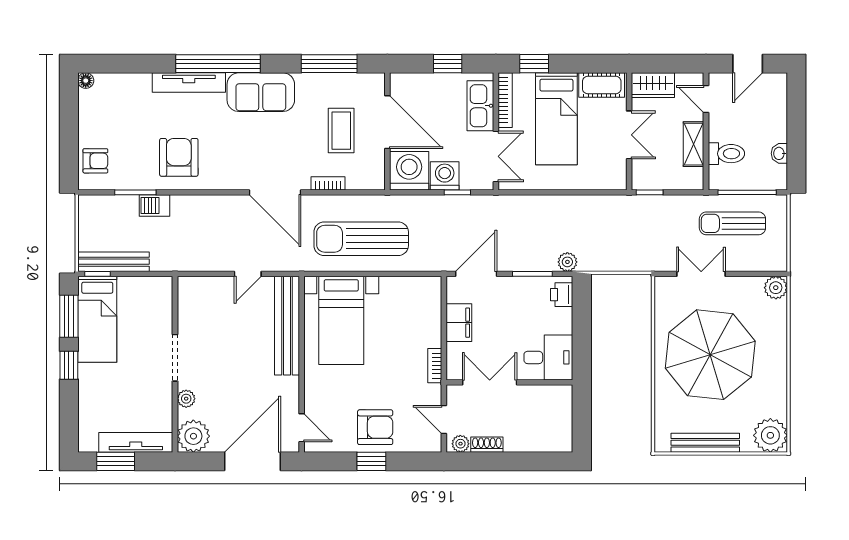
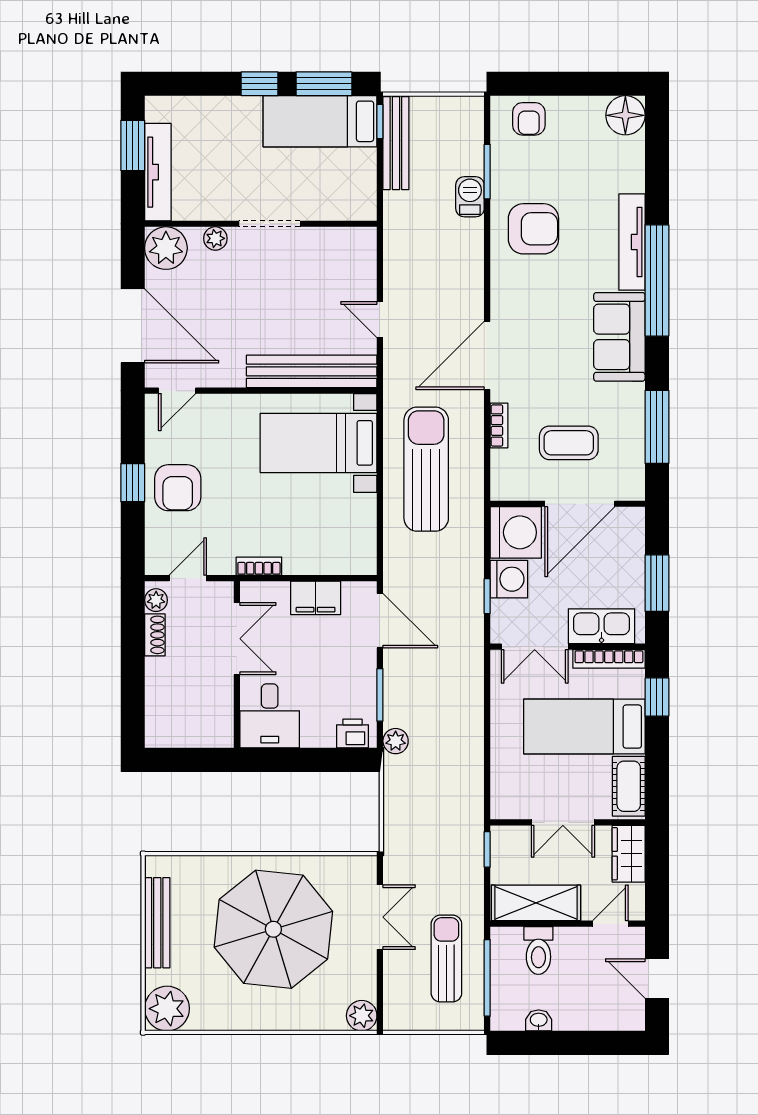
window: (448, 64) -> (657, 583), width x1.50
floor lamp: (86, 81) -> (625, 115), width x1.89, depth x1.89
shelving: (694, 144) -> (536, 903), width x1.50, depth x1.33

